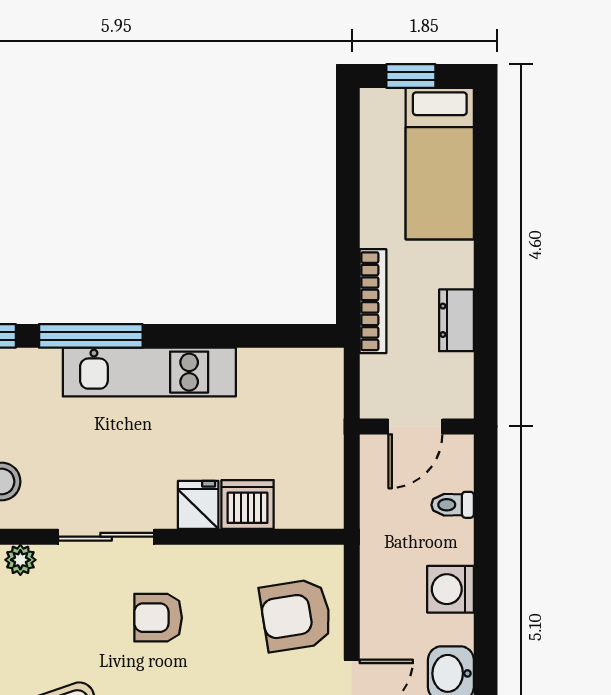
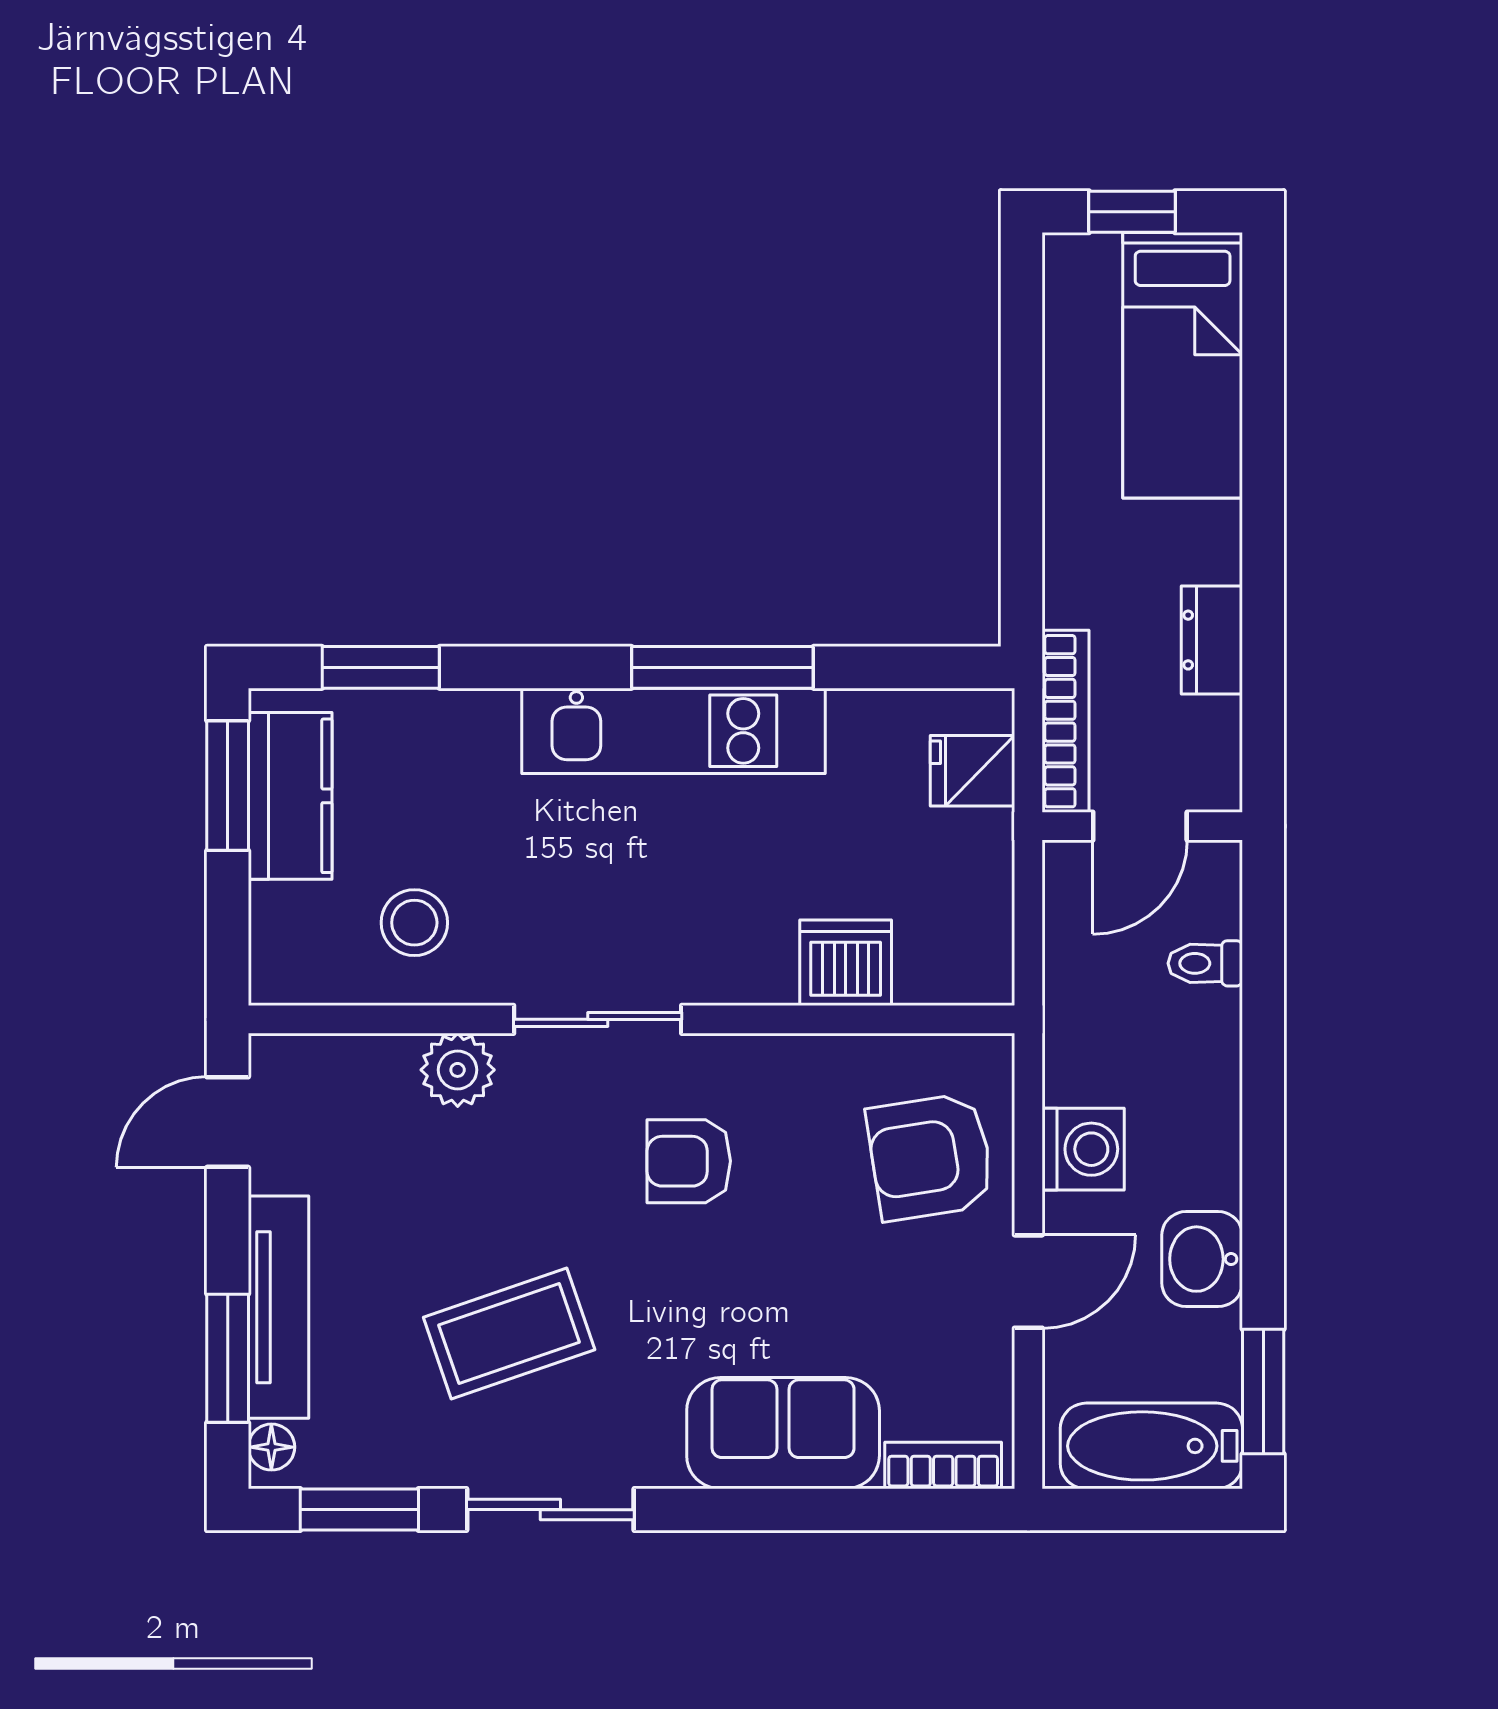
bookcase: (373, 301) -> (1066, 721), moved
window: (91, 336) -> (722, 667), moved
fridge: (198, 505) -> (972, 771), moved, turned -90
plant: (20, 560) -> (458, 1070), width x1.38, depth x1.38
washing machine: (450, 589) -> (1083, 1149), moved, turned 180

